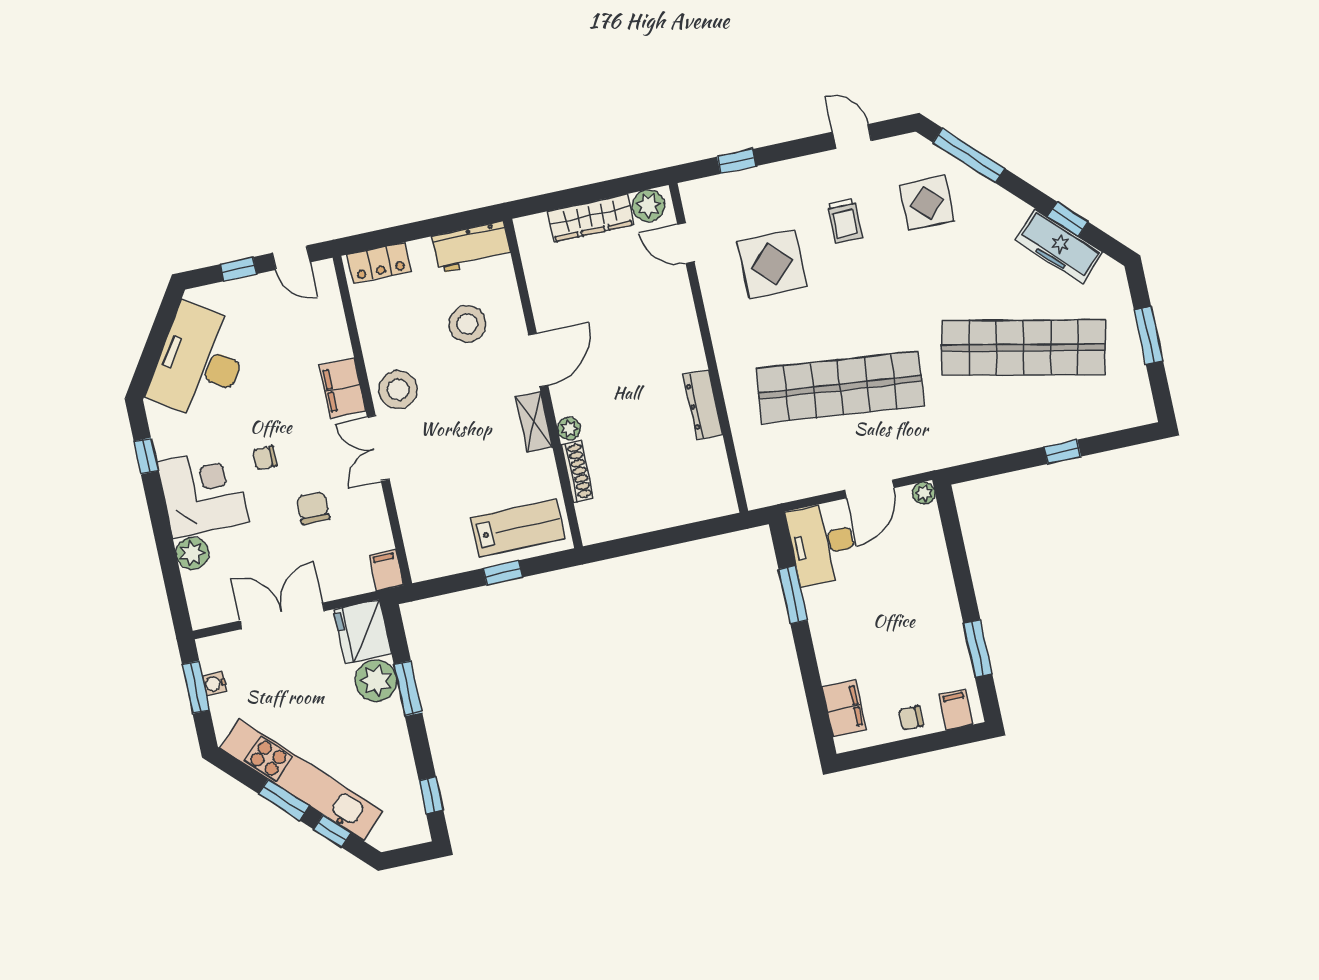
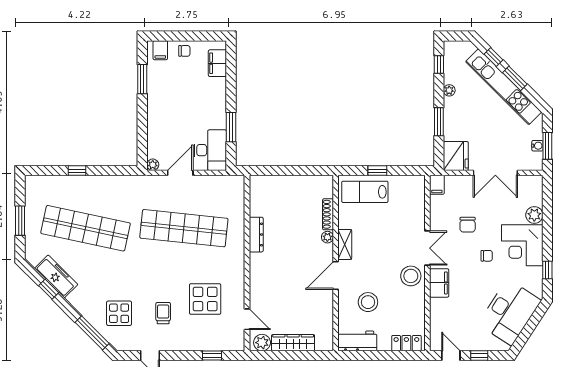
plant: (376, 681) -> (449, 90), moved, width x0.53, depth x0.53

